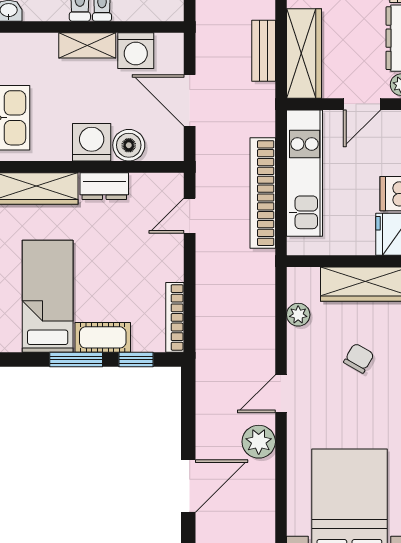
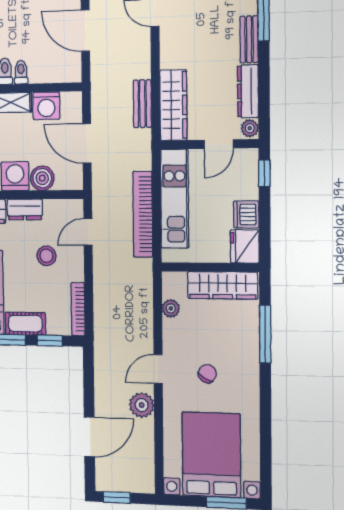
stool: (133, 247) -> (46, 256), added
chair: (359, 358) -> (207, 374), moved

